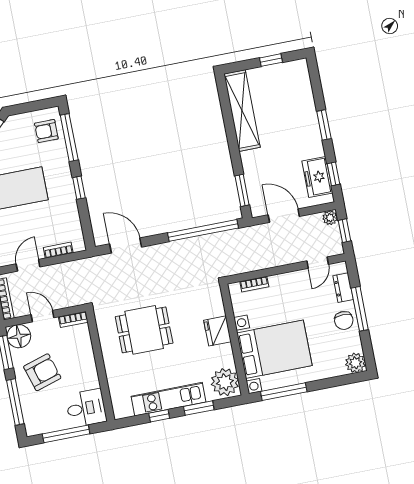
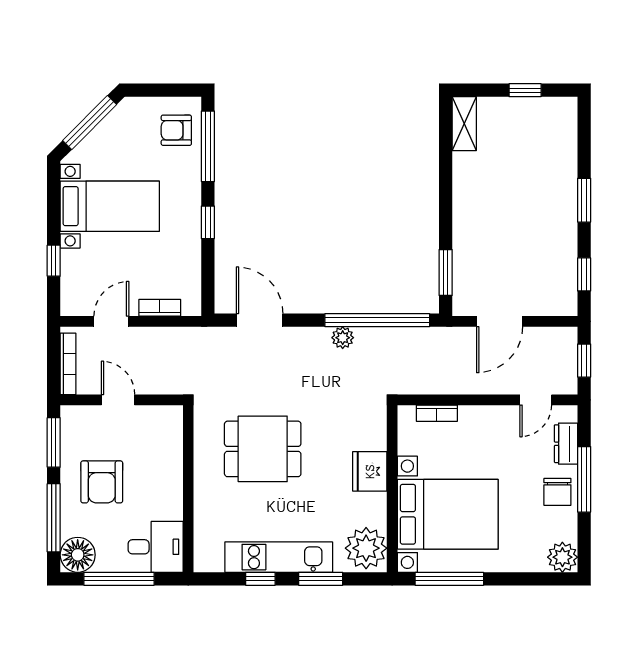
shelving: (242, 111) -> (464, 124), width x0.45, depth x0.75
freezer: (317, 177) -> (559, 274), removed
door: (284, 216) -> (500, 321), swing flipped
plant: (330, 218) -> (343, 338), moved
bookcase: (73, 319) -> (162, 413), removed
floor lamp: (19, 336) -> (78, 555), moved
armchair: (42, 372) -> (102, 482), turned 107

